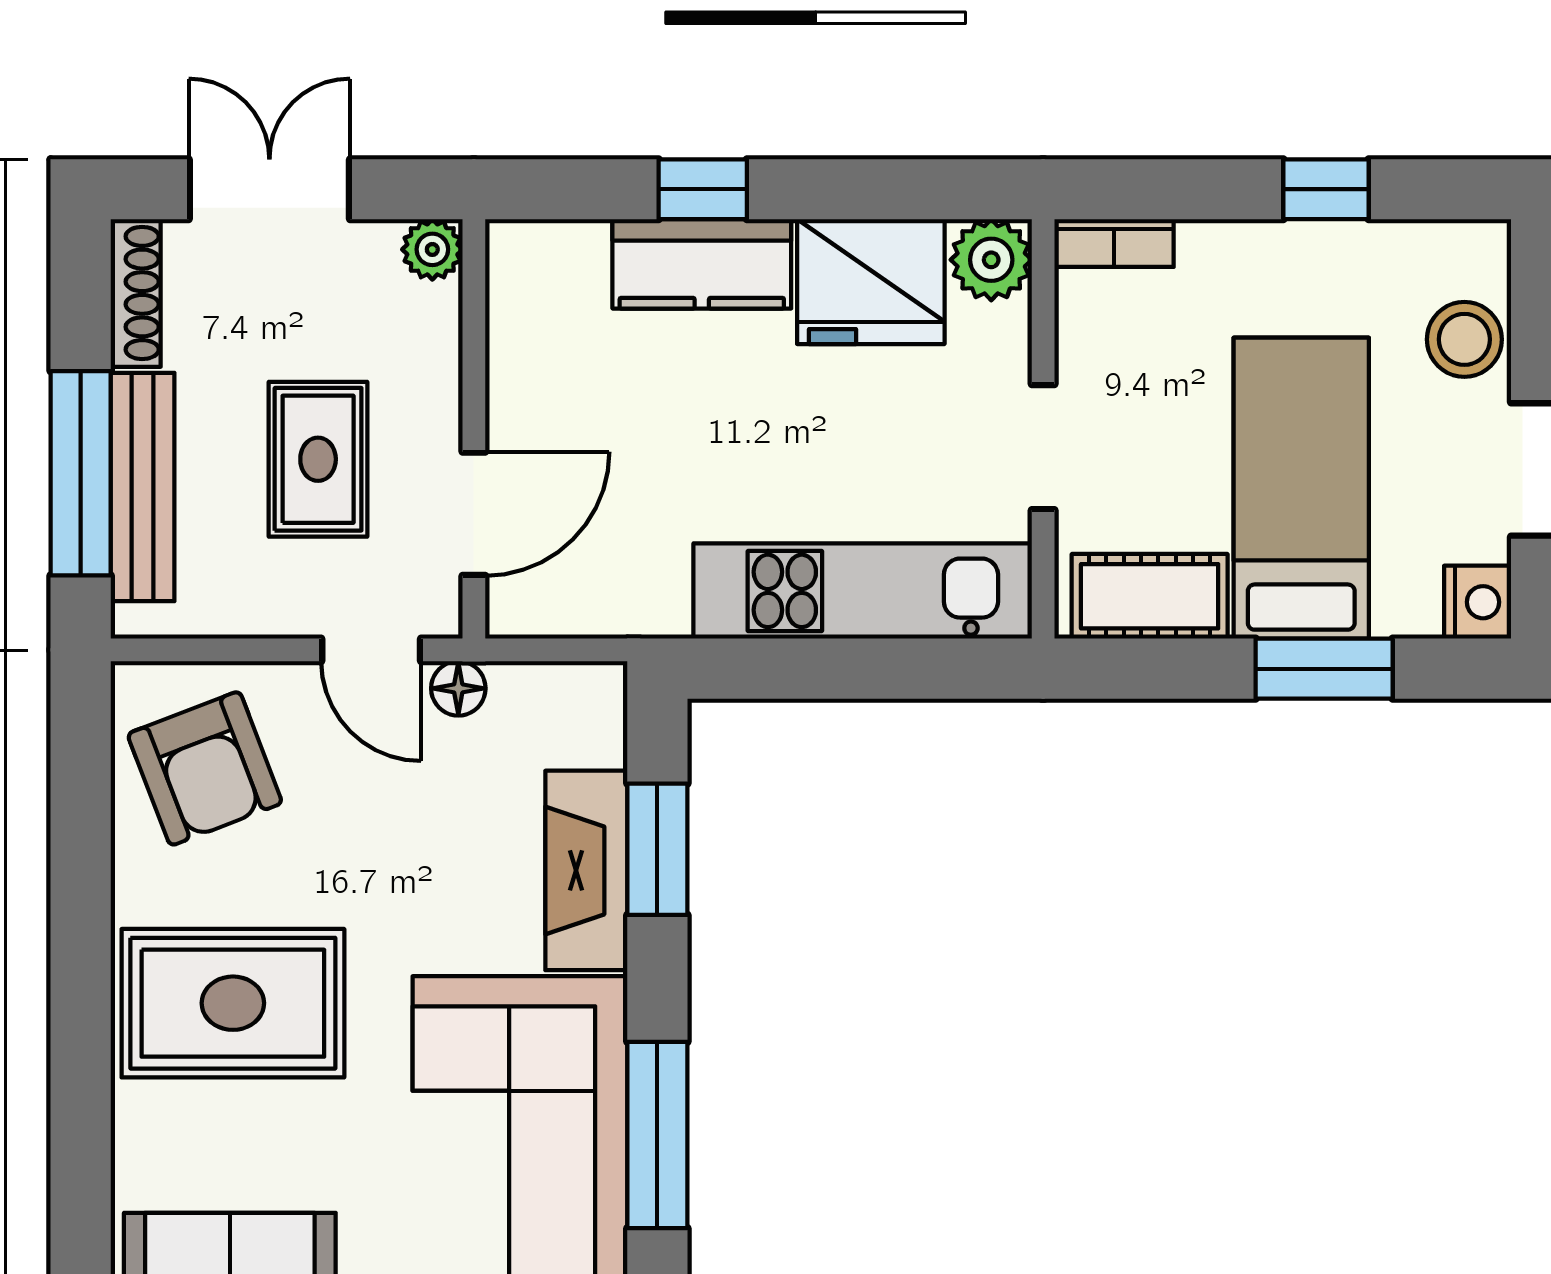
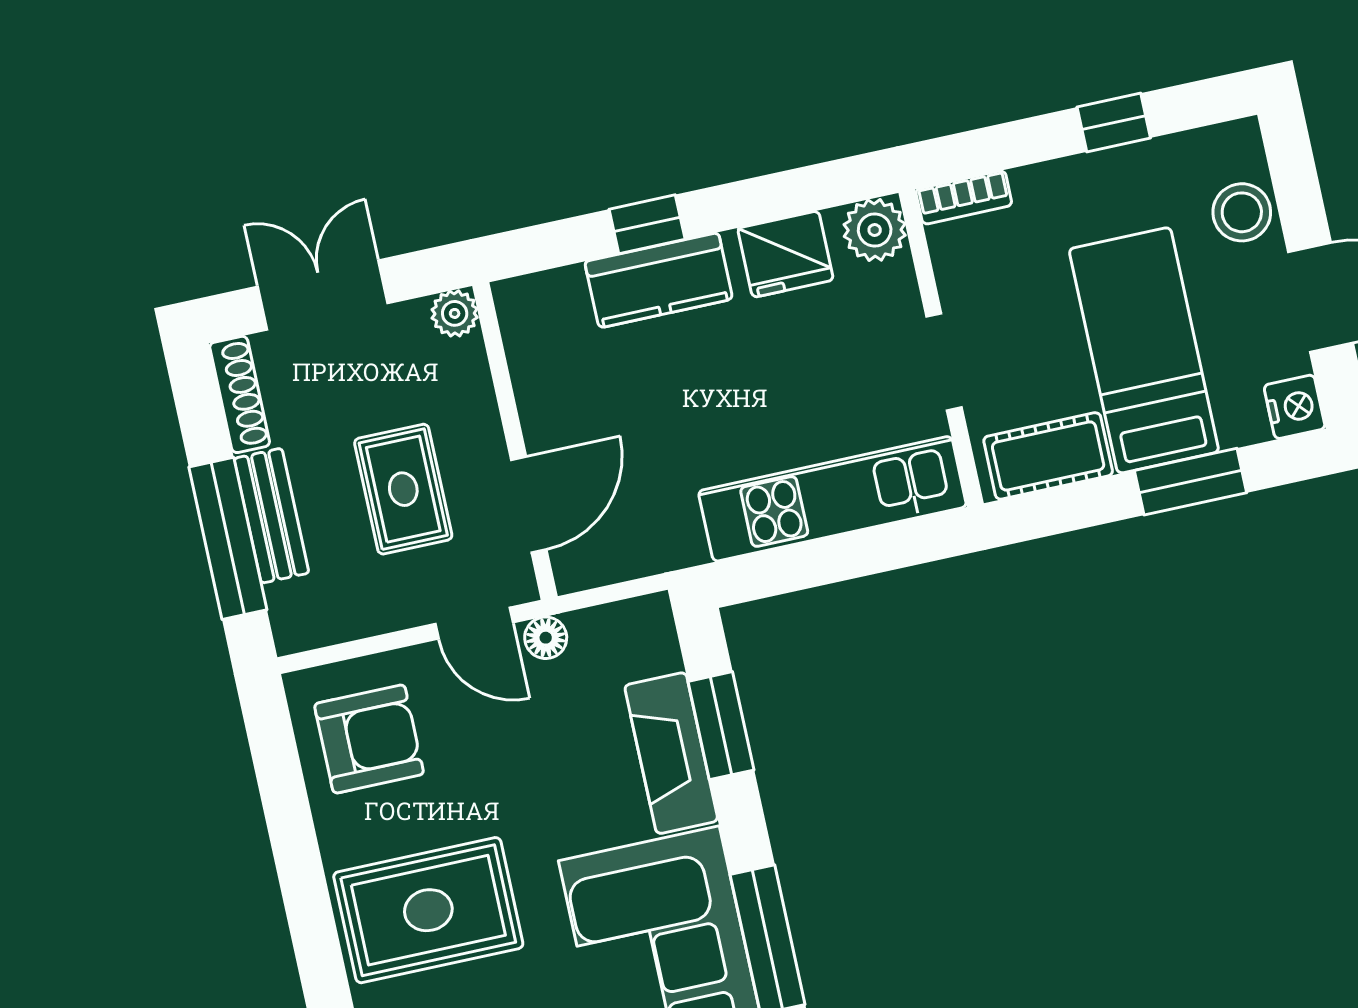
fridge: (871, 282) -> (786, 254), width x0.73, depth x0.75
bench: (143, 487) -> (271, 516), width x0.73
armchair: (205, 768) -> (369, 739), turned -69

